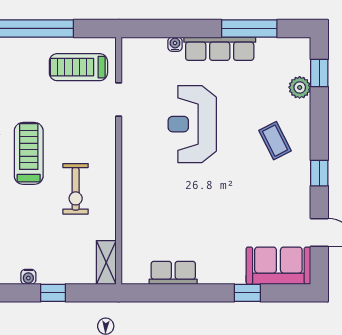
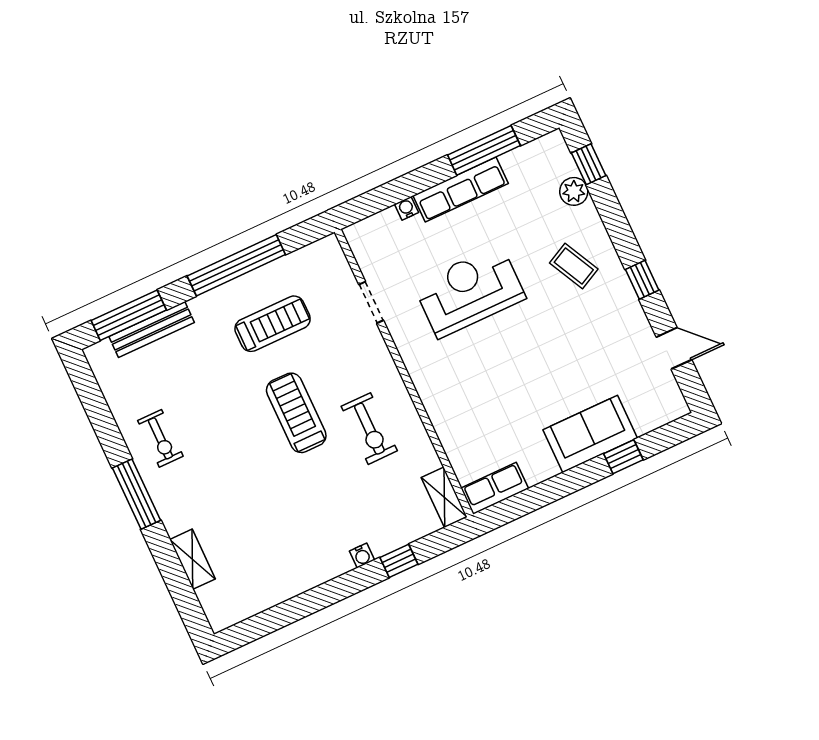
treadmill: (78, 67) -> (273, 324), moved, turned 180
reception desk: (192, 124) -> (469, 291), turned 90
sofa: (278, 266) -> (590, 434), moved
row of seats: (173, 273) -> (495, 488), moved

